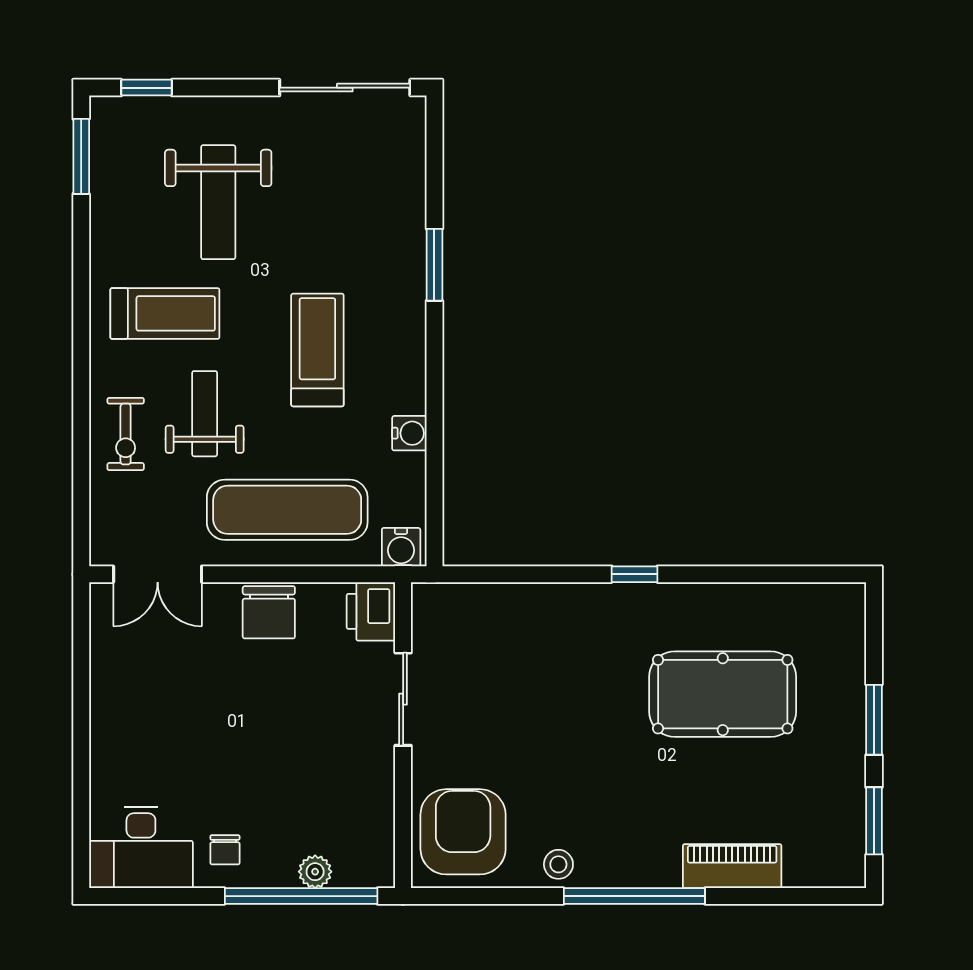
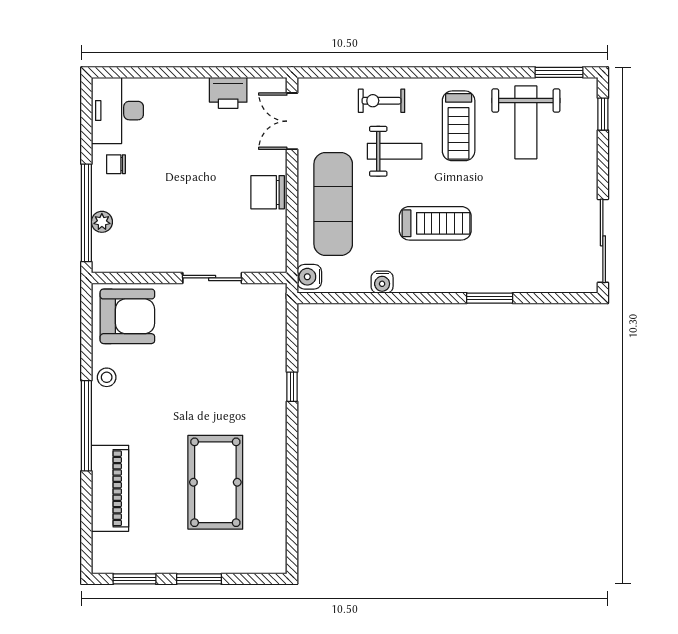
weight bench: (218, 202) -> (526, 122), moved, turned -90
window: (634, 574) -> (292, 387), moved
printer: (371, 611) -> (228, 93), moved, turned 180
piano: (732, 866) -> (110, 488), width x1.37, depth x1.33

